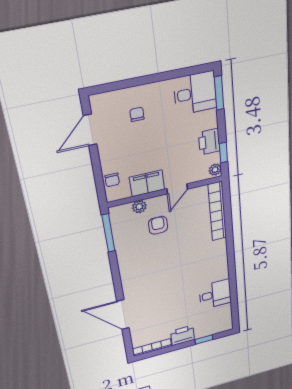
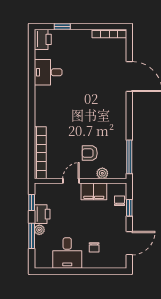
desk: (195, 93) -> (67, 253), moved, turned -90
window: (219, 93) -> (32, 236), moved
plant: (215, 170) -> (39, 230), moved
window: (98, 174) -> (129, 208), added
armchair: (158, 225) -> (90, 153), turned 90
printer: (183, 335) -> (43, 39), moved, turned -90

